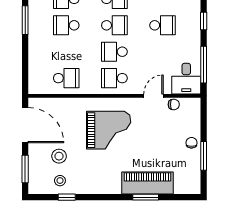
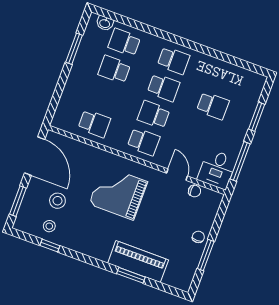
window: (204, 21) -> (257, 117), width x1.50
school desk: (114, 78) -> (144, 142), turned 180
door: (154, 96) -> (177, 175), hinge flipped
grand piano: (109, 130) -> (118, 193), turned 180

